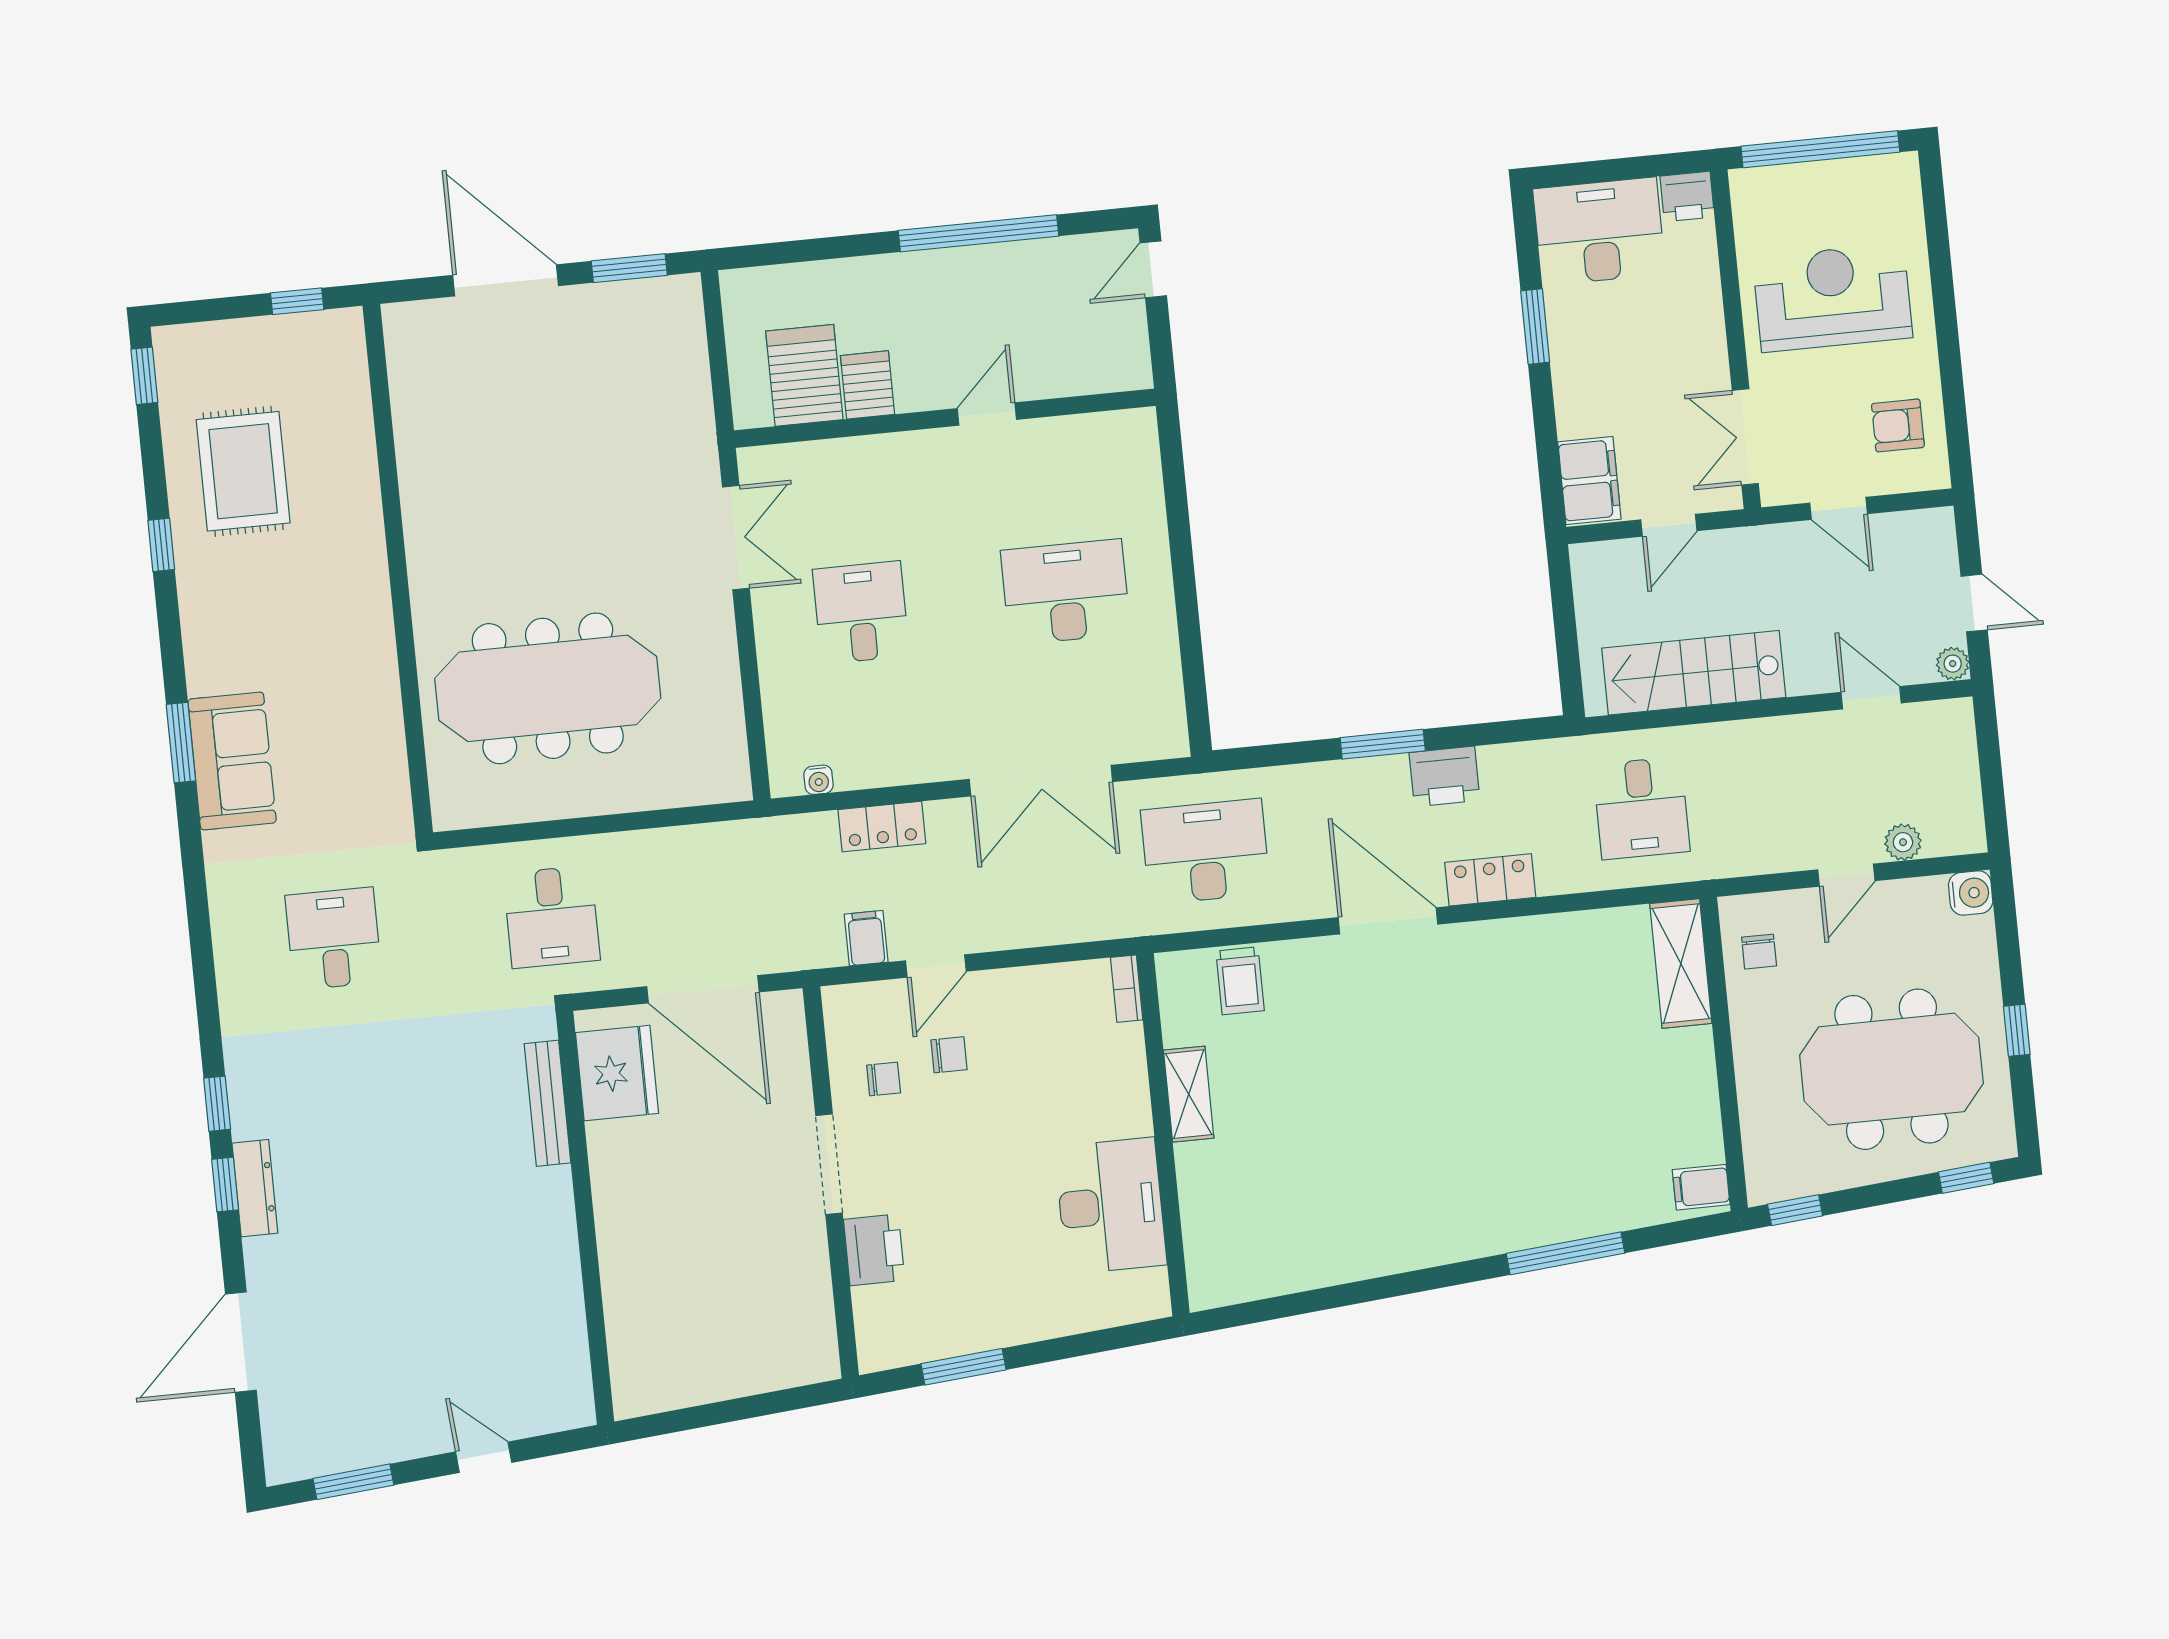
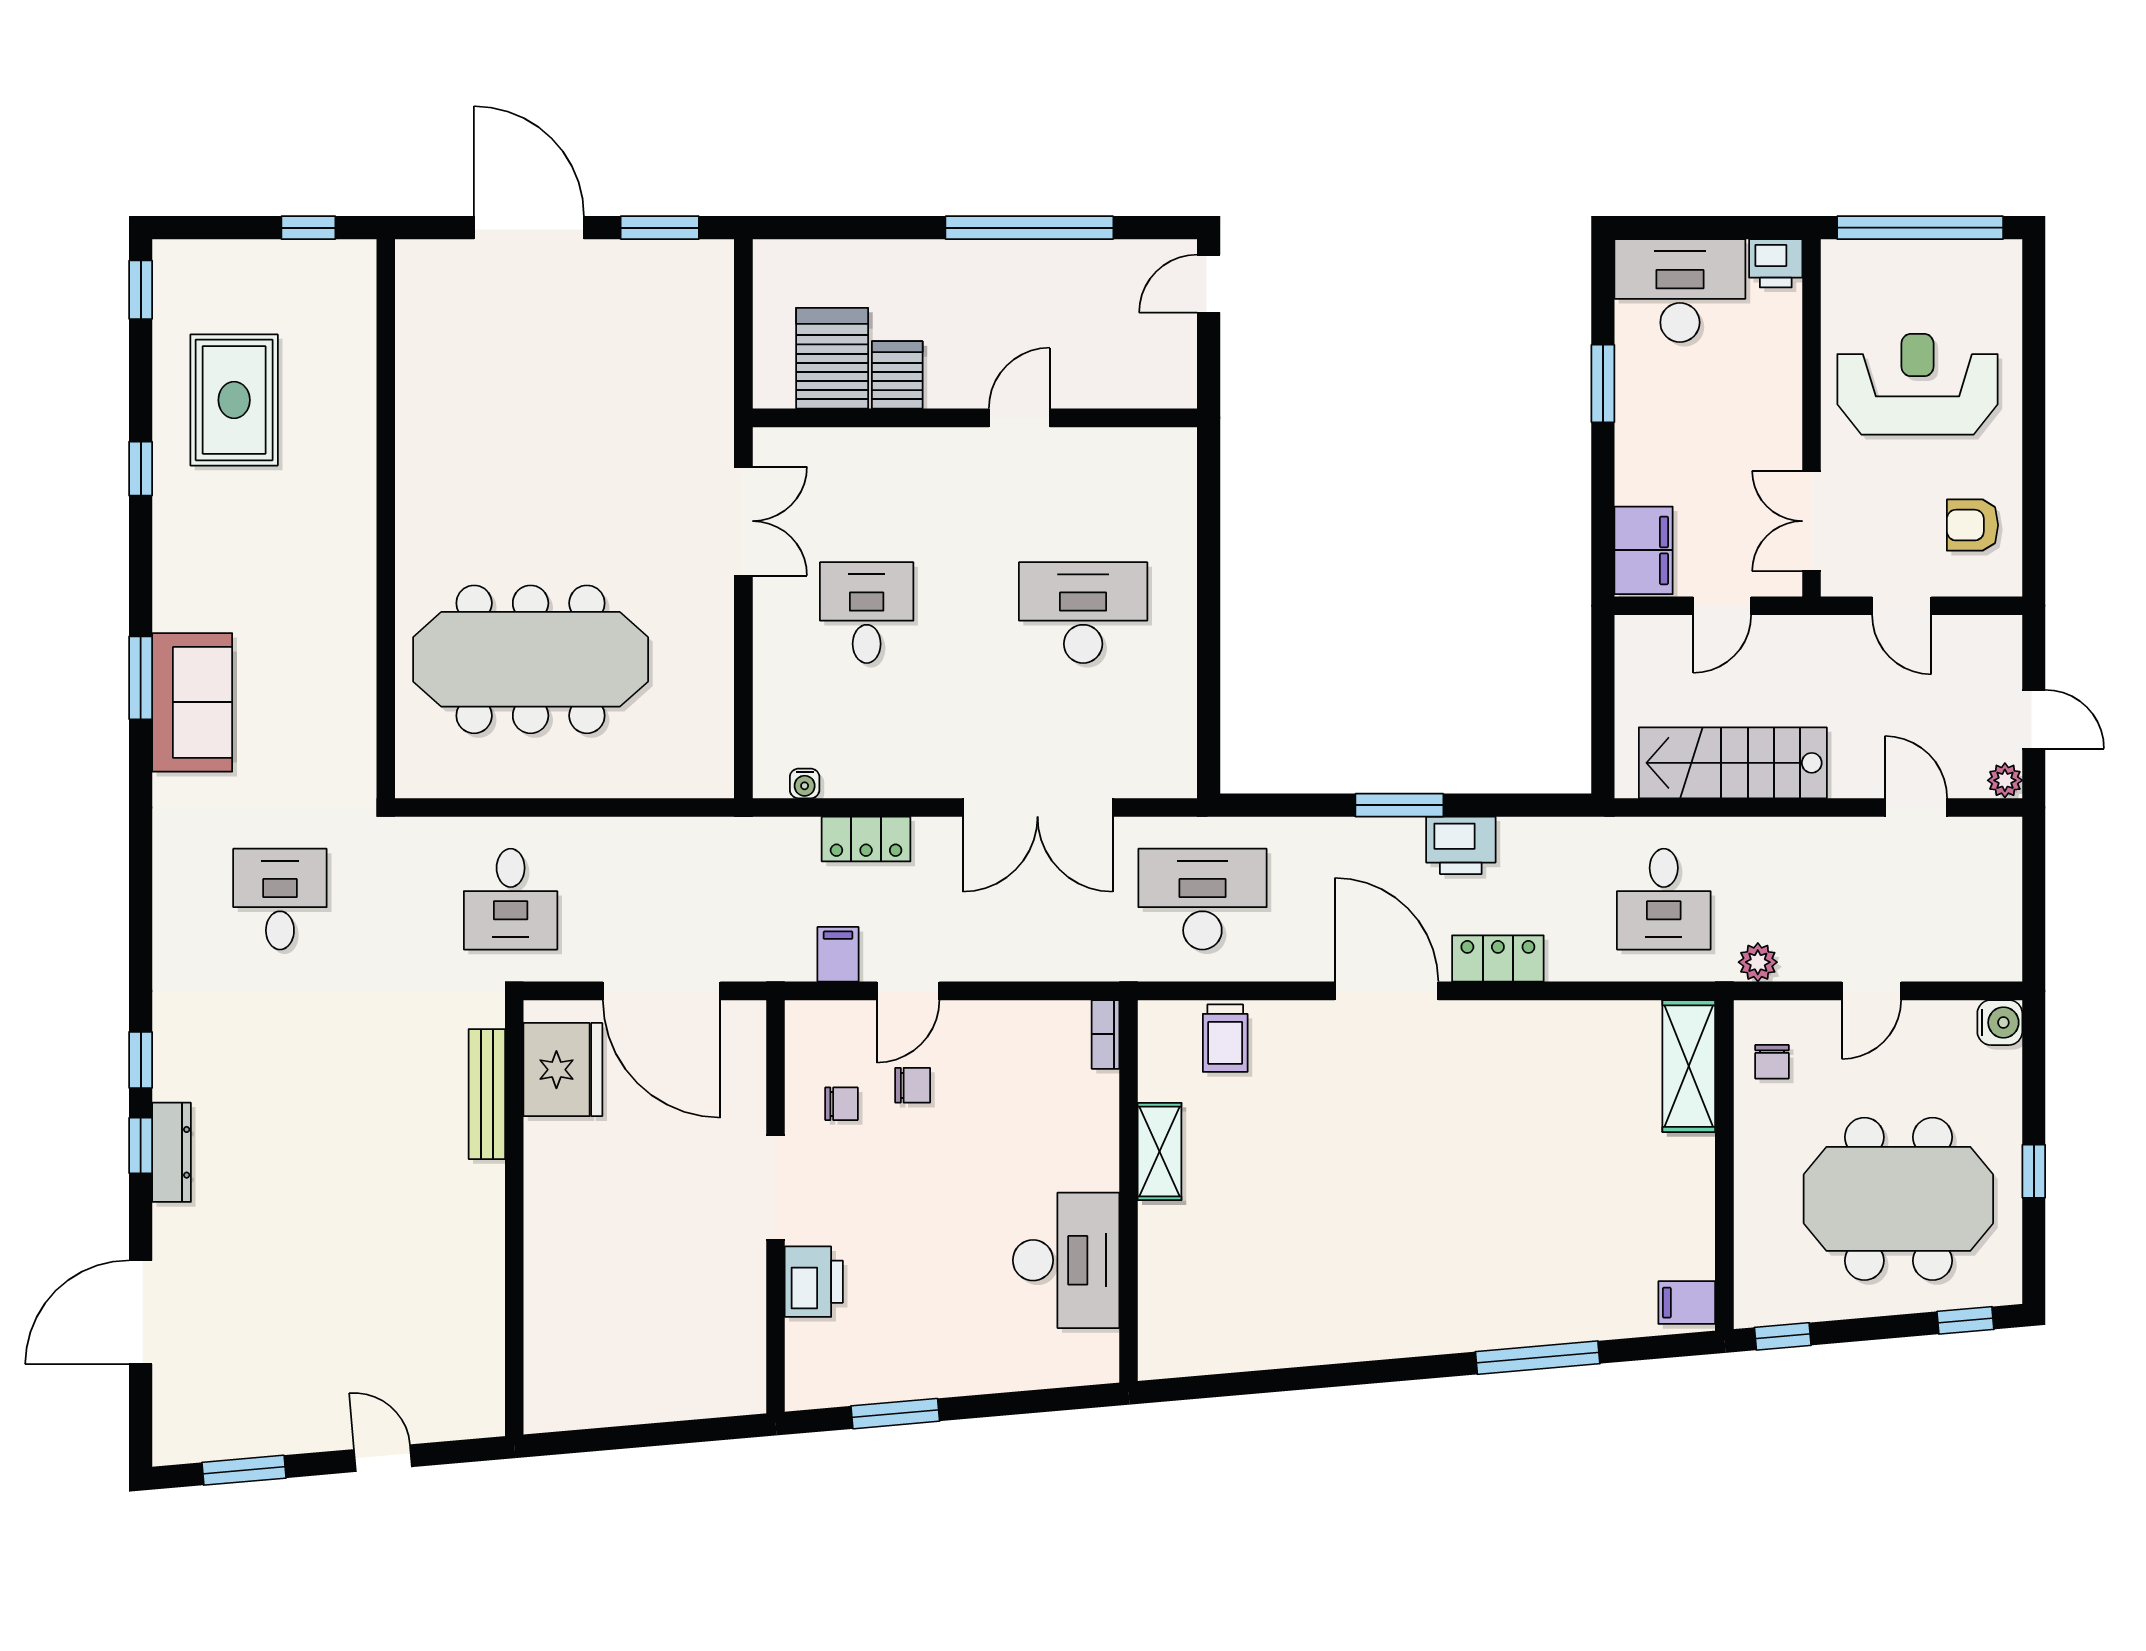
plant: (1903, 842) -> (1758, 962), moved

